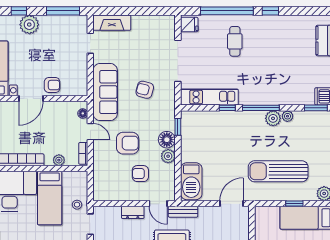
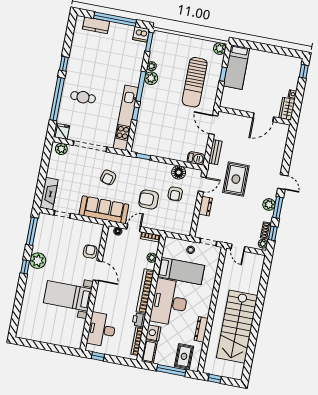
kitchen unit: (209, 97) -> (126, 118), width x1.36
floor lamp: (167, 140) -> (179, 172), moved
armchair: (128, 143) -> (149, 200), turned -90
plant: (168, 156) -> (61, 149), moved
barbecue: (191, 181) -> (196, 158), width x0.53, depth x0.65
bench: (183, 212) -> (215, 152), moved

